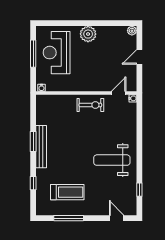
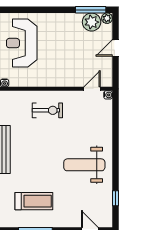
window: (117, 23) -> (91, 10), added
plant: (88, 34) -> (92, 22), moved
exercise bike: (90, 105) -> (47, 110), moved

